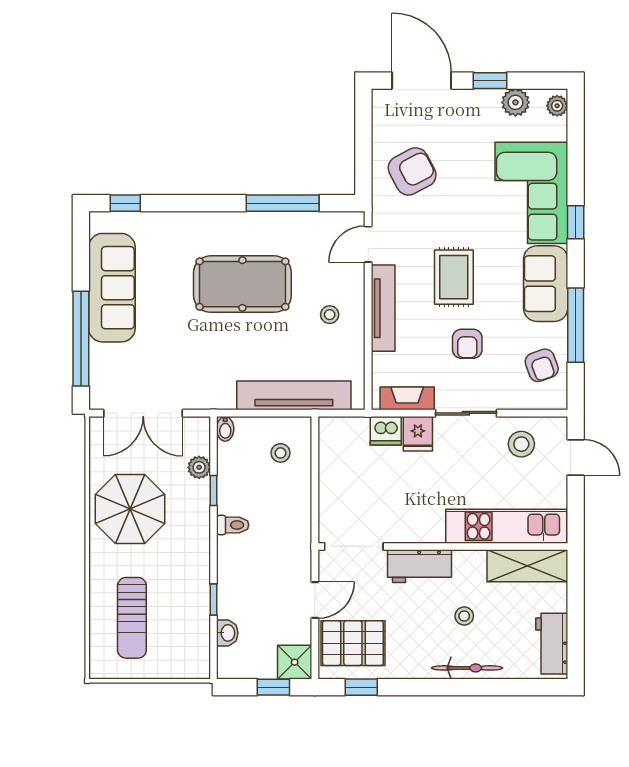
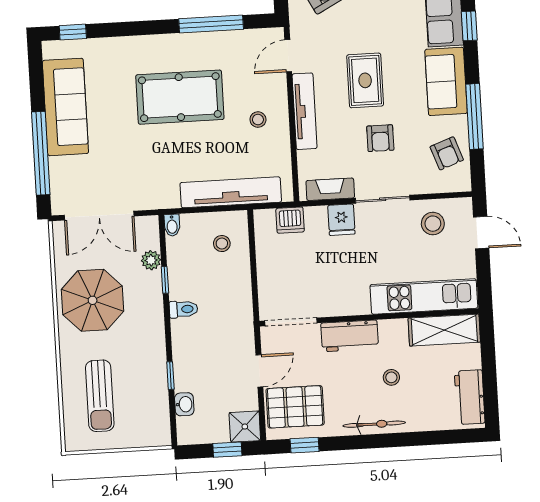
dishwasher: (386, 431) -> (290, 220), moved
bicycle: (467, 668) -> (374, 424), moved

